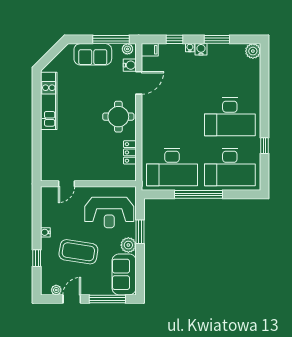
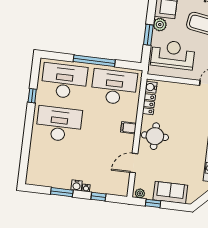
window: (111, 39) -> (153, 203), width x0.46
filing cabinet: (150, 50) -> (128, 128), moved
plant: (253, 51) -> (32, 178), removed
water cooler: (130, 65) -> (151, 87), moved

